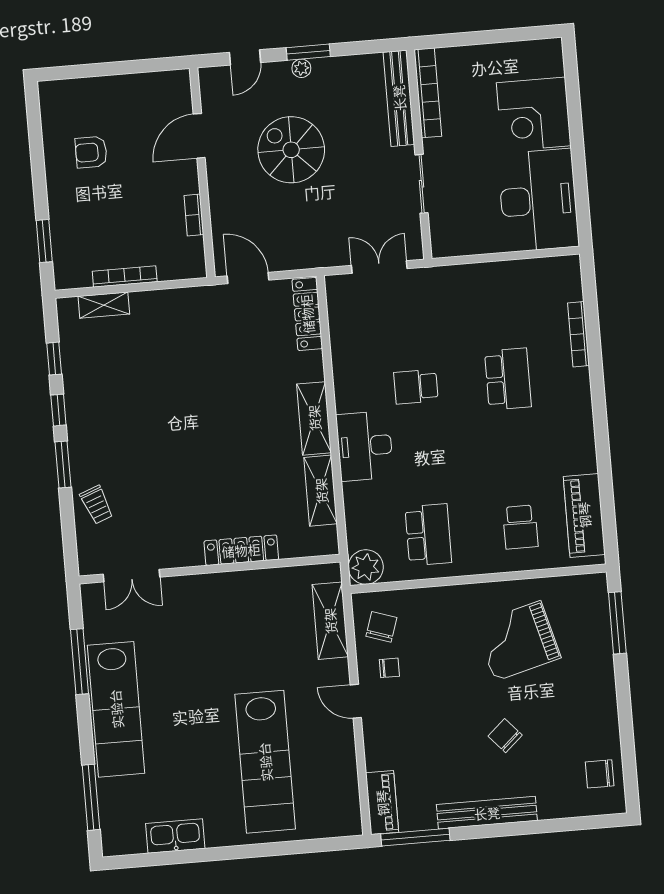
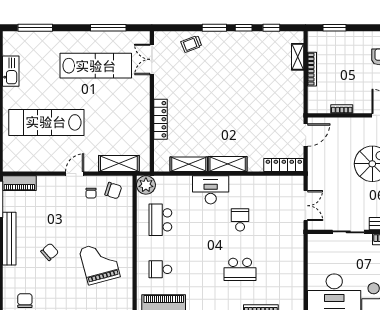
school desk: (428, 535) -> (160, 220), turned 90
lab bench: (116, 709) -> (96, 66), moved, turned 180

